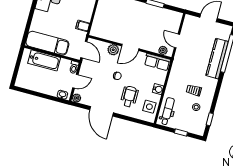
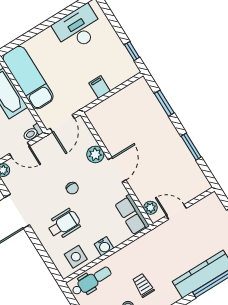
filing cabinet: (83, 26) -> (100, 87), moved
door: (177, 41) -> (176, 212), hinge flipped
door: (130, 47) -> (117, 170), swing flipped

